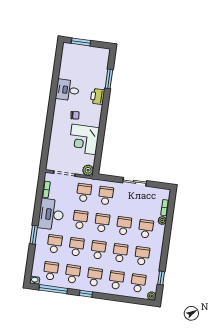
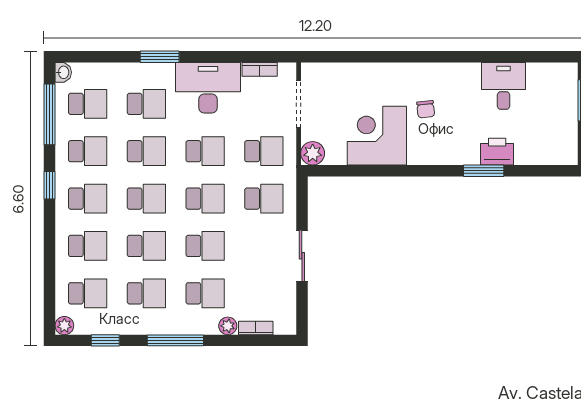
window: (109, 79) -> (484, 171), moved
desk: (67, 90) -> (503, 86), moved
printer: (97, 96) -> (497, 152), moved
window: (166, 246) -> (175, 340), added

